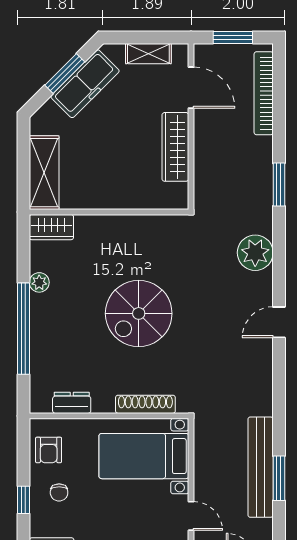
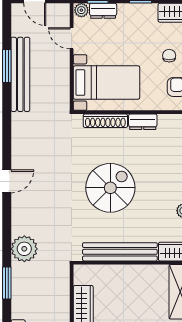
bench: (126, 227) -> (120, 252), added
plant: (255, 253) -> (24, 249), moved
dresser: (72, 403) -> (143, 122), moved

